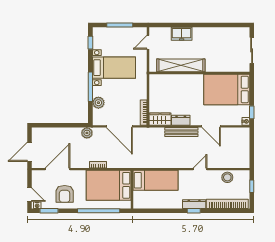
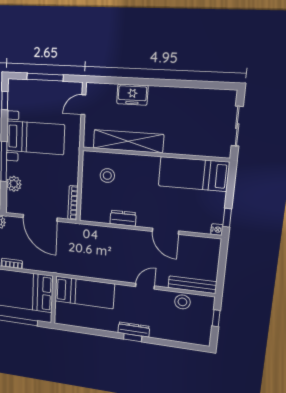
bed: (227, 89) -> (194, 174), width x0.67
stool: (168, 90) -> (107, 176), added
wardrobe: (160, 119) -> (94, 214), removed
bench: (181, 132) -> (192, 285), moved
bookcase: (227, 204) -> (179, 336), removed

